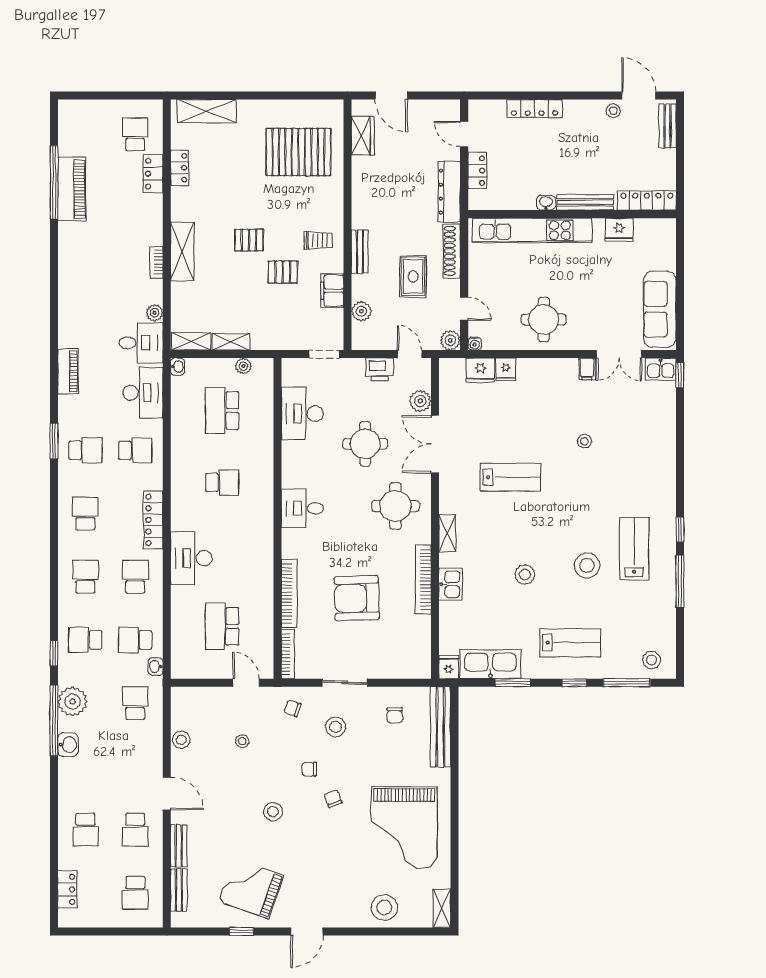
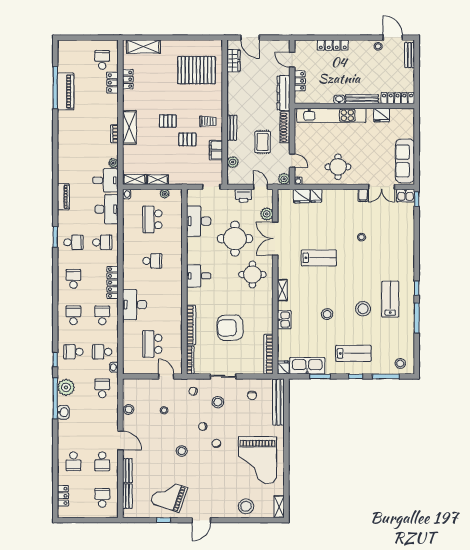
round table: (365, 444) -> (235, 239), width x1.36, depth x1.36
bookcase: (423, 580) -> (268, 354), moved
school desk: (135, 893) -> (102, 498), turned 180

